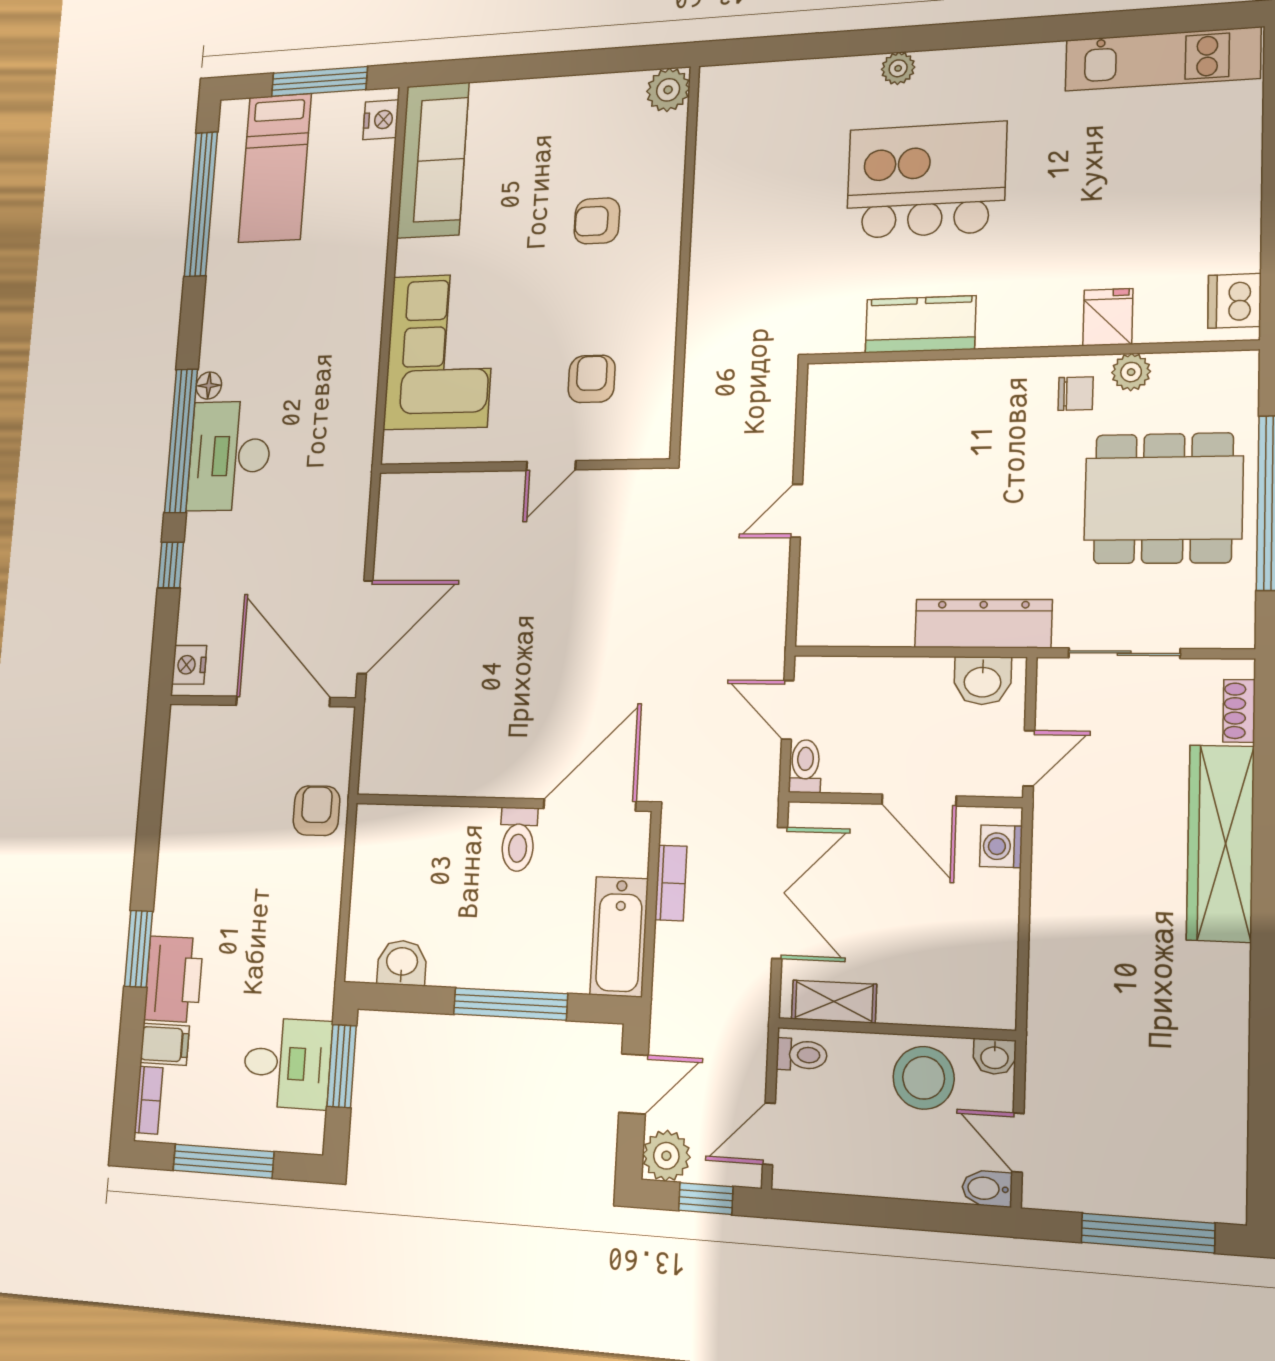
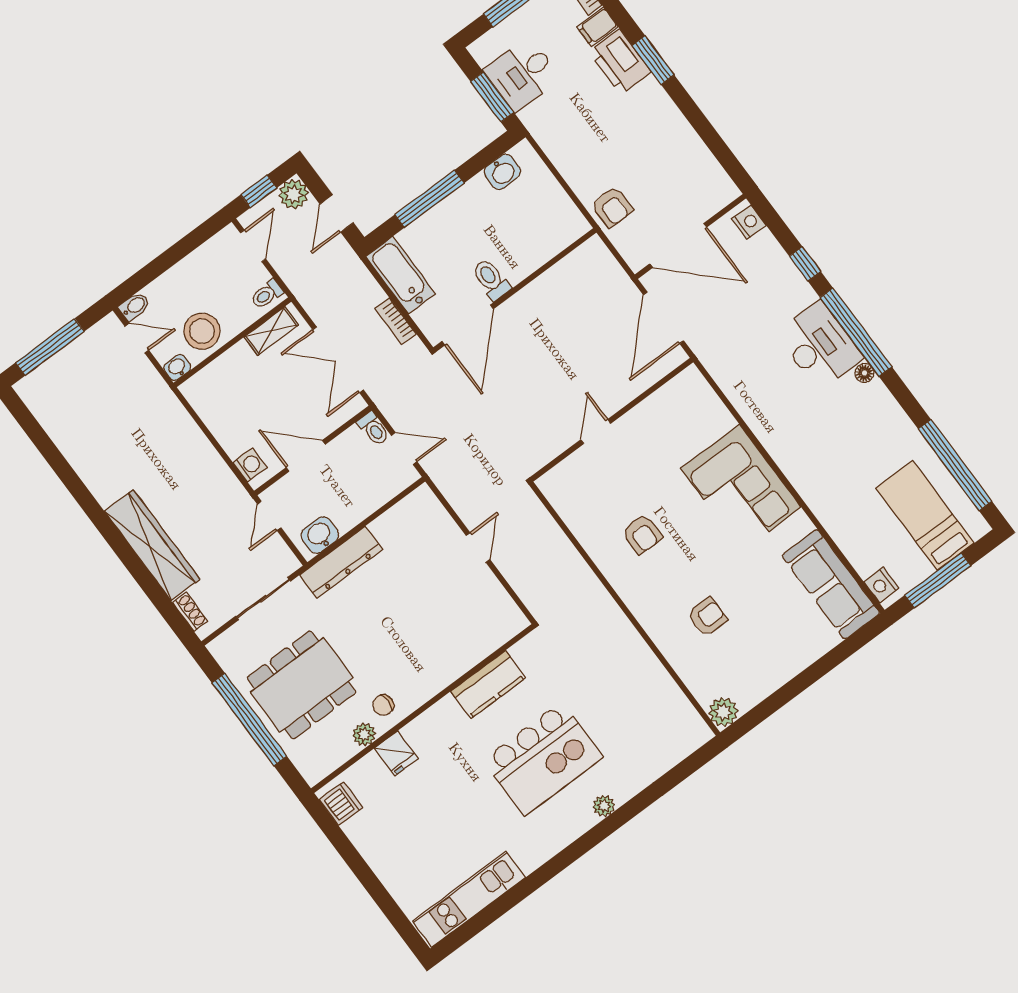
wall: (522, 466) -> (612, 420), moved
door: (551, 466) -> (596, 431), moved

